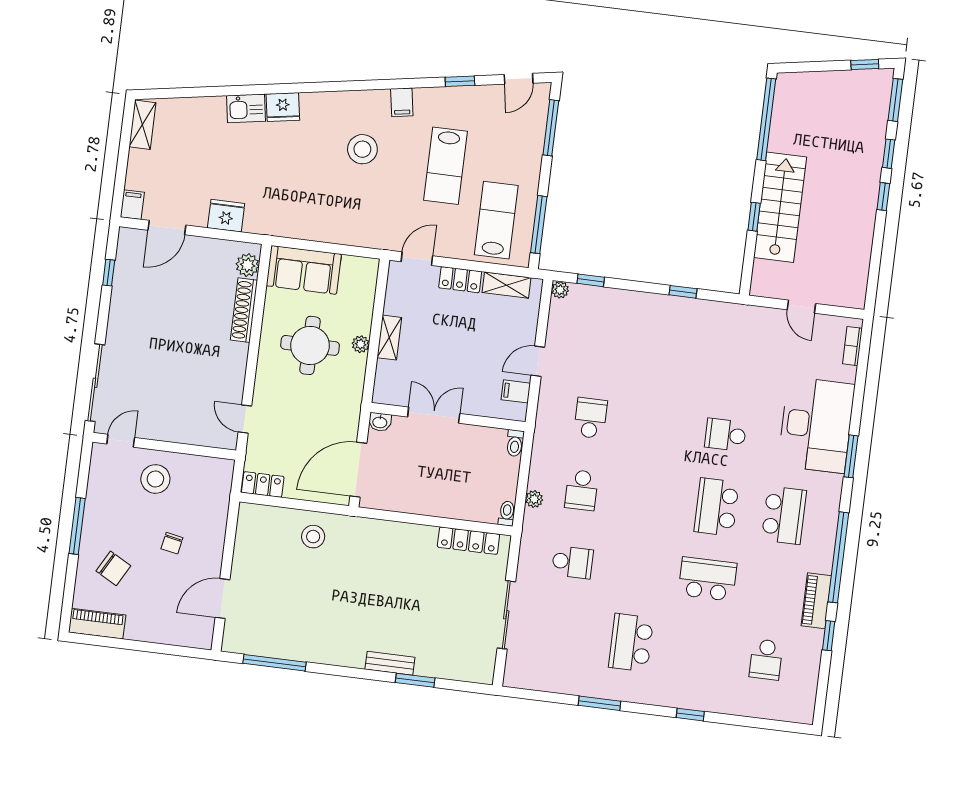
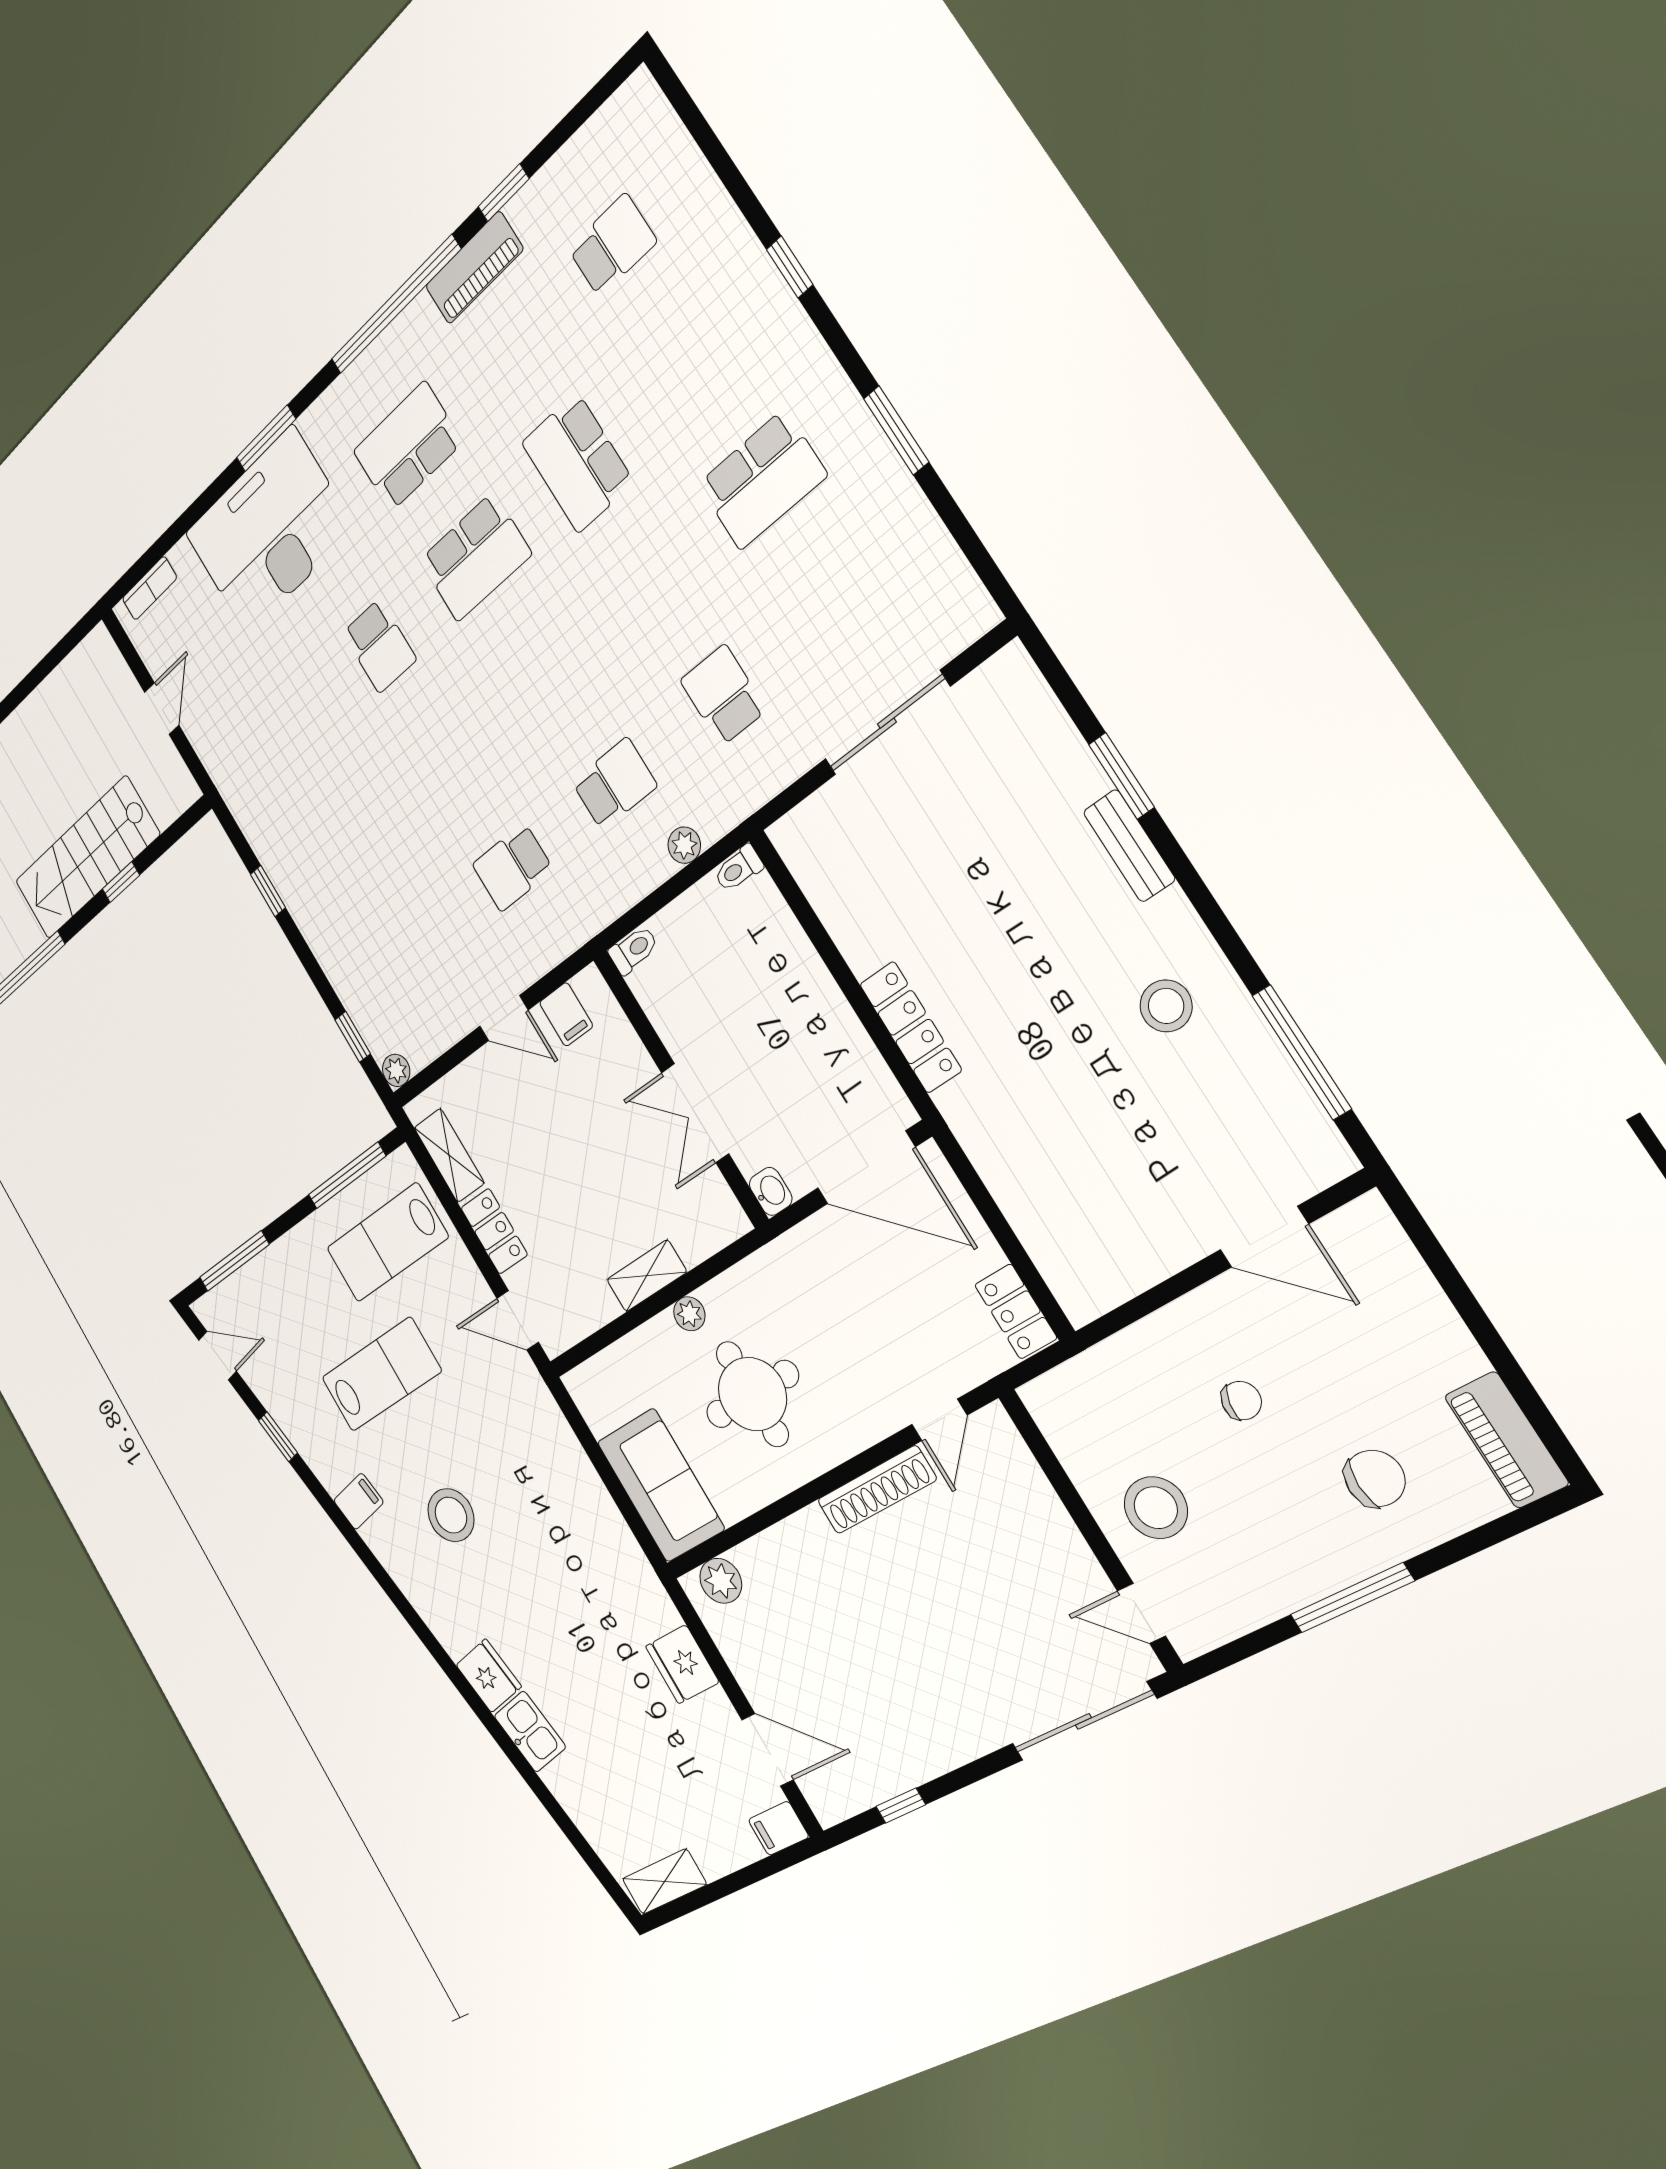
shoe rack: (244, 310) -> (877, 1490), moved
stool: (313, 537) -> (1166, 1006), moved
locker: (468, 541) -> (911, 1027), moved
chair: (113, 568) -> (1375, 1478), turned 61

